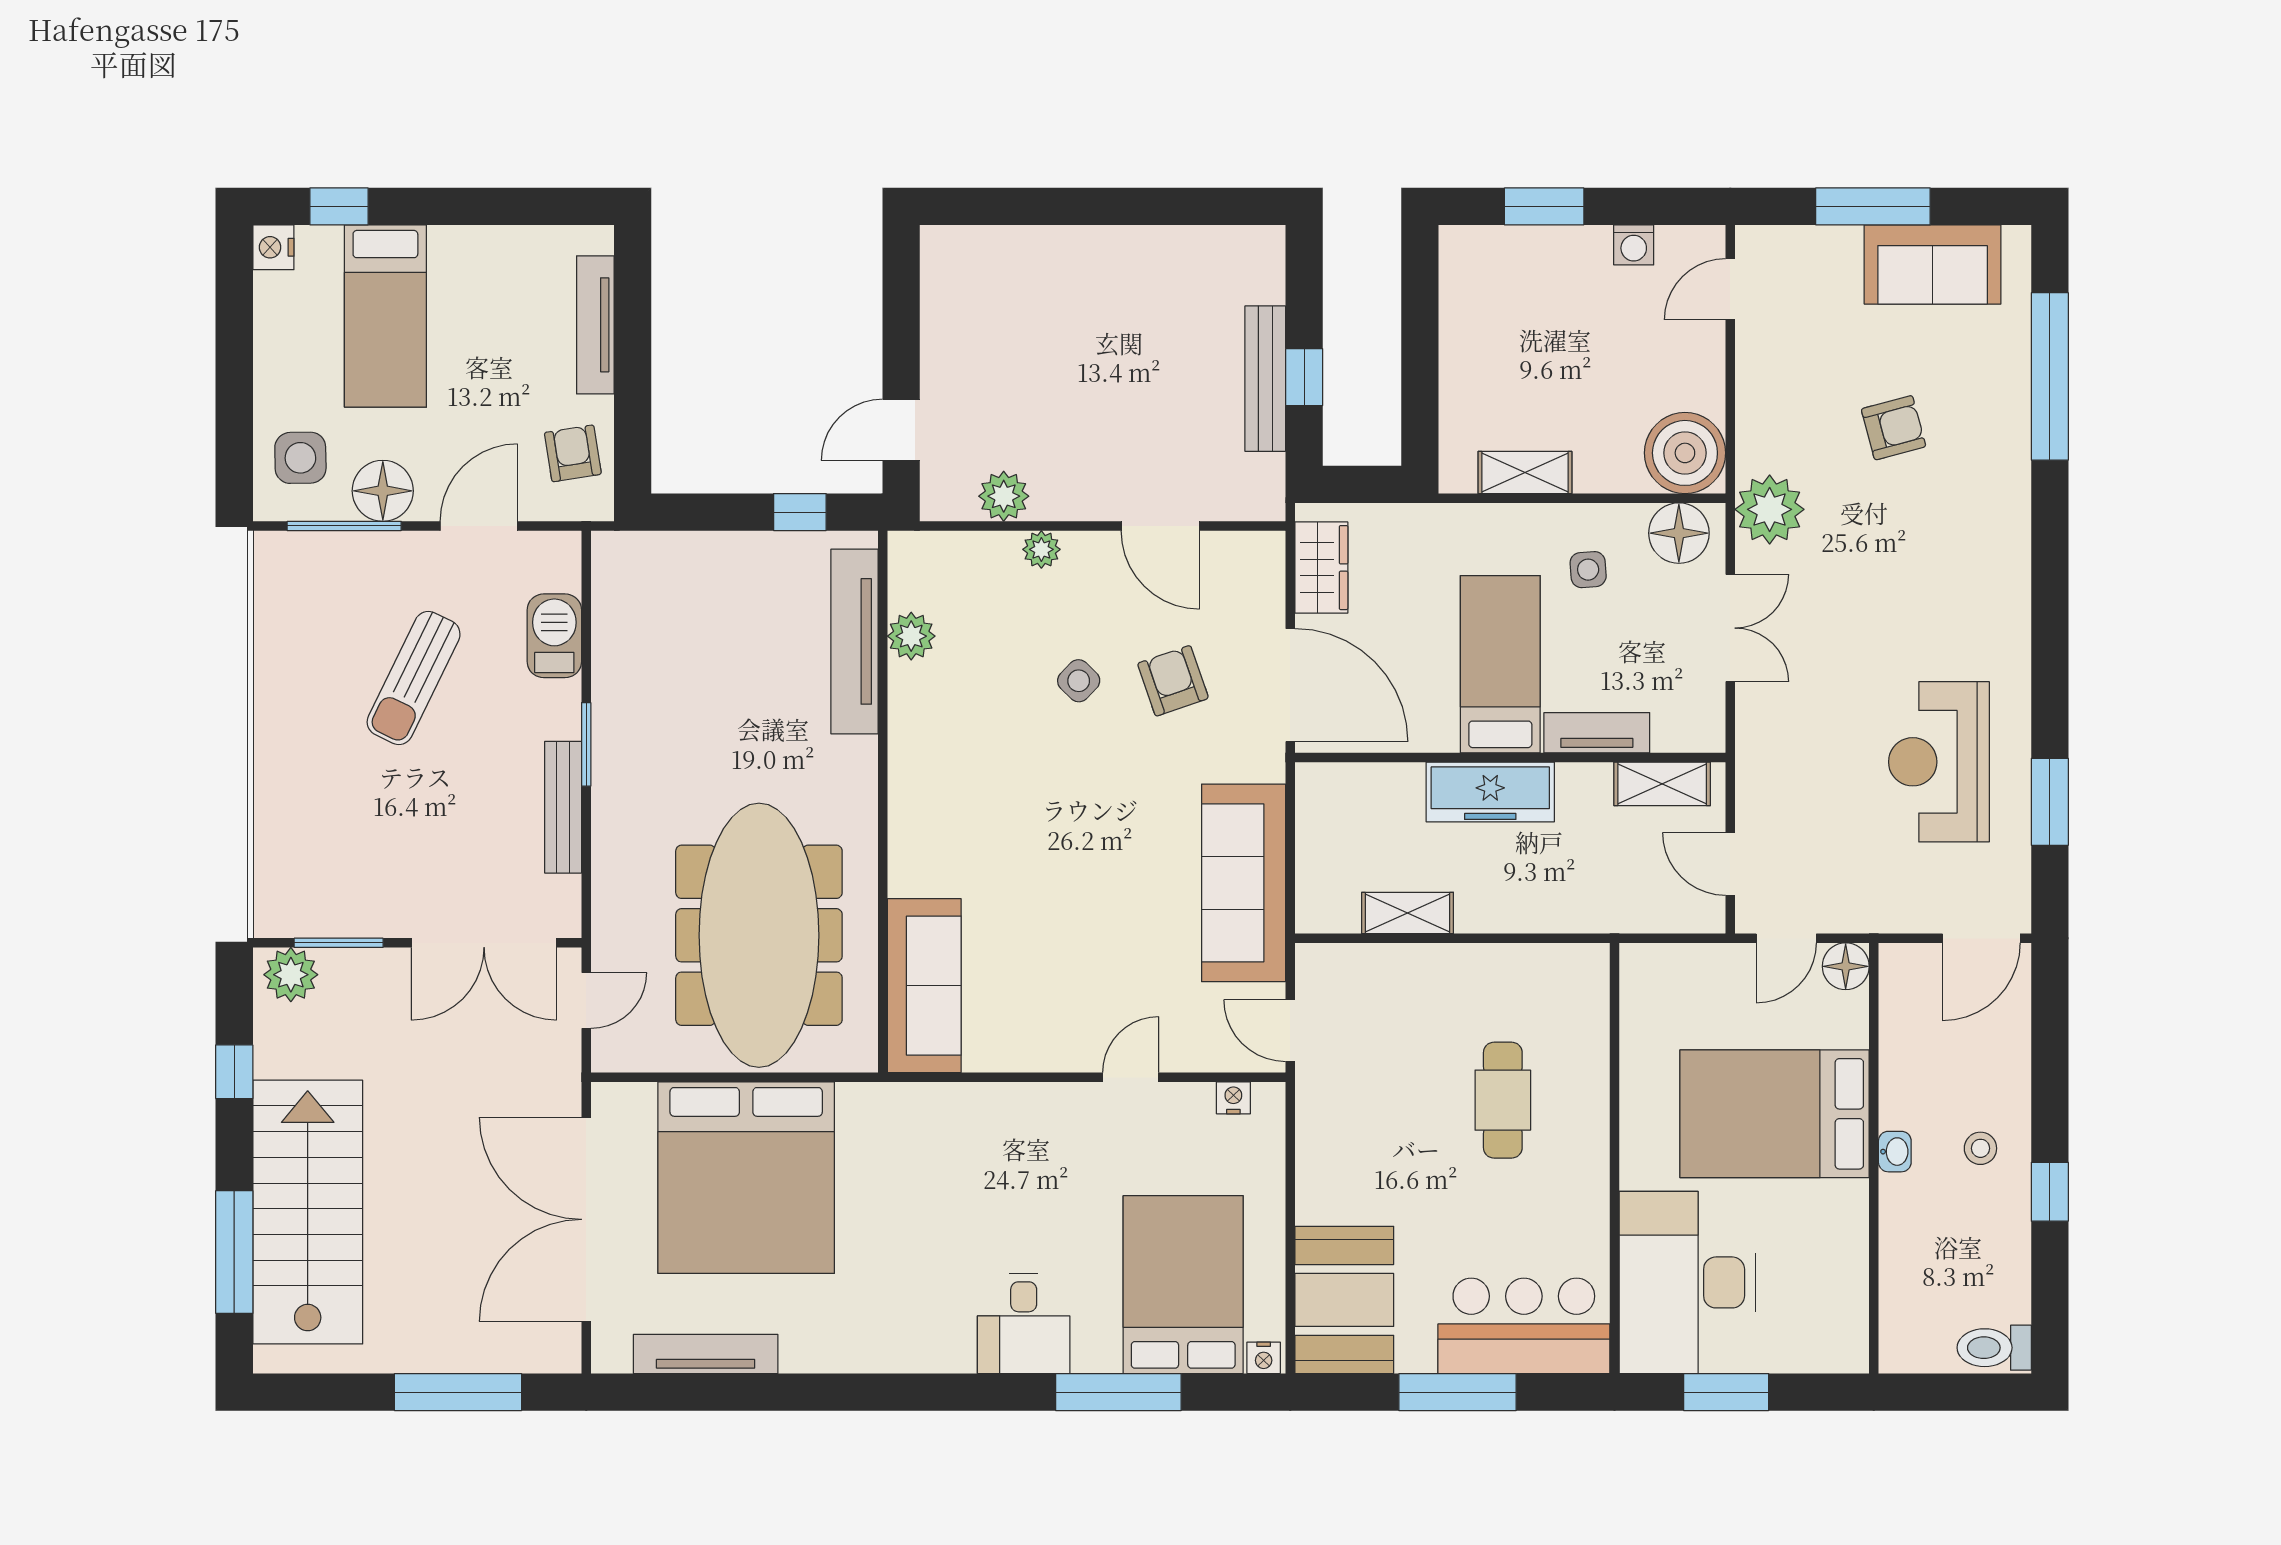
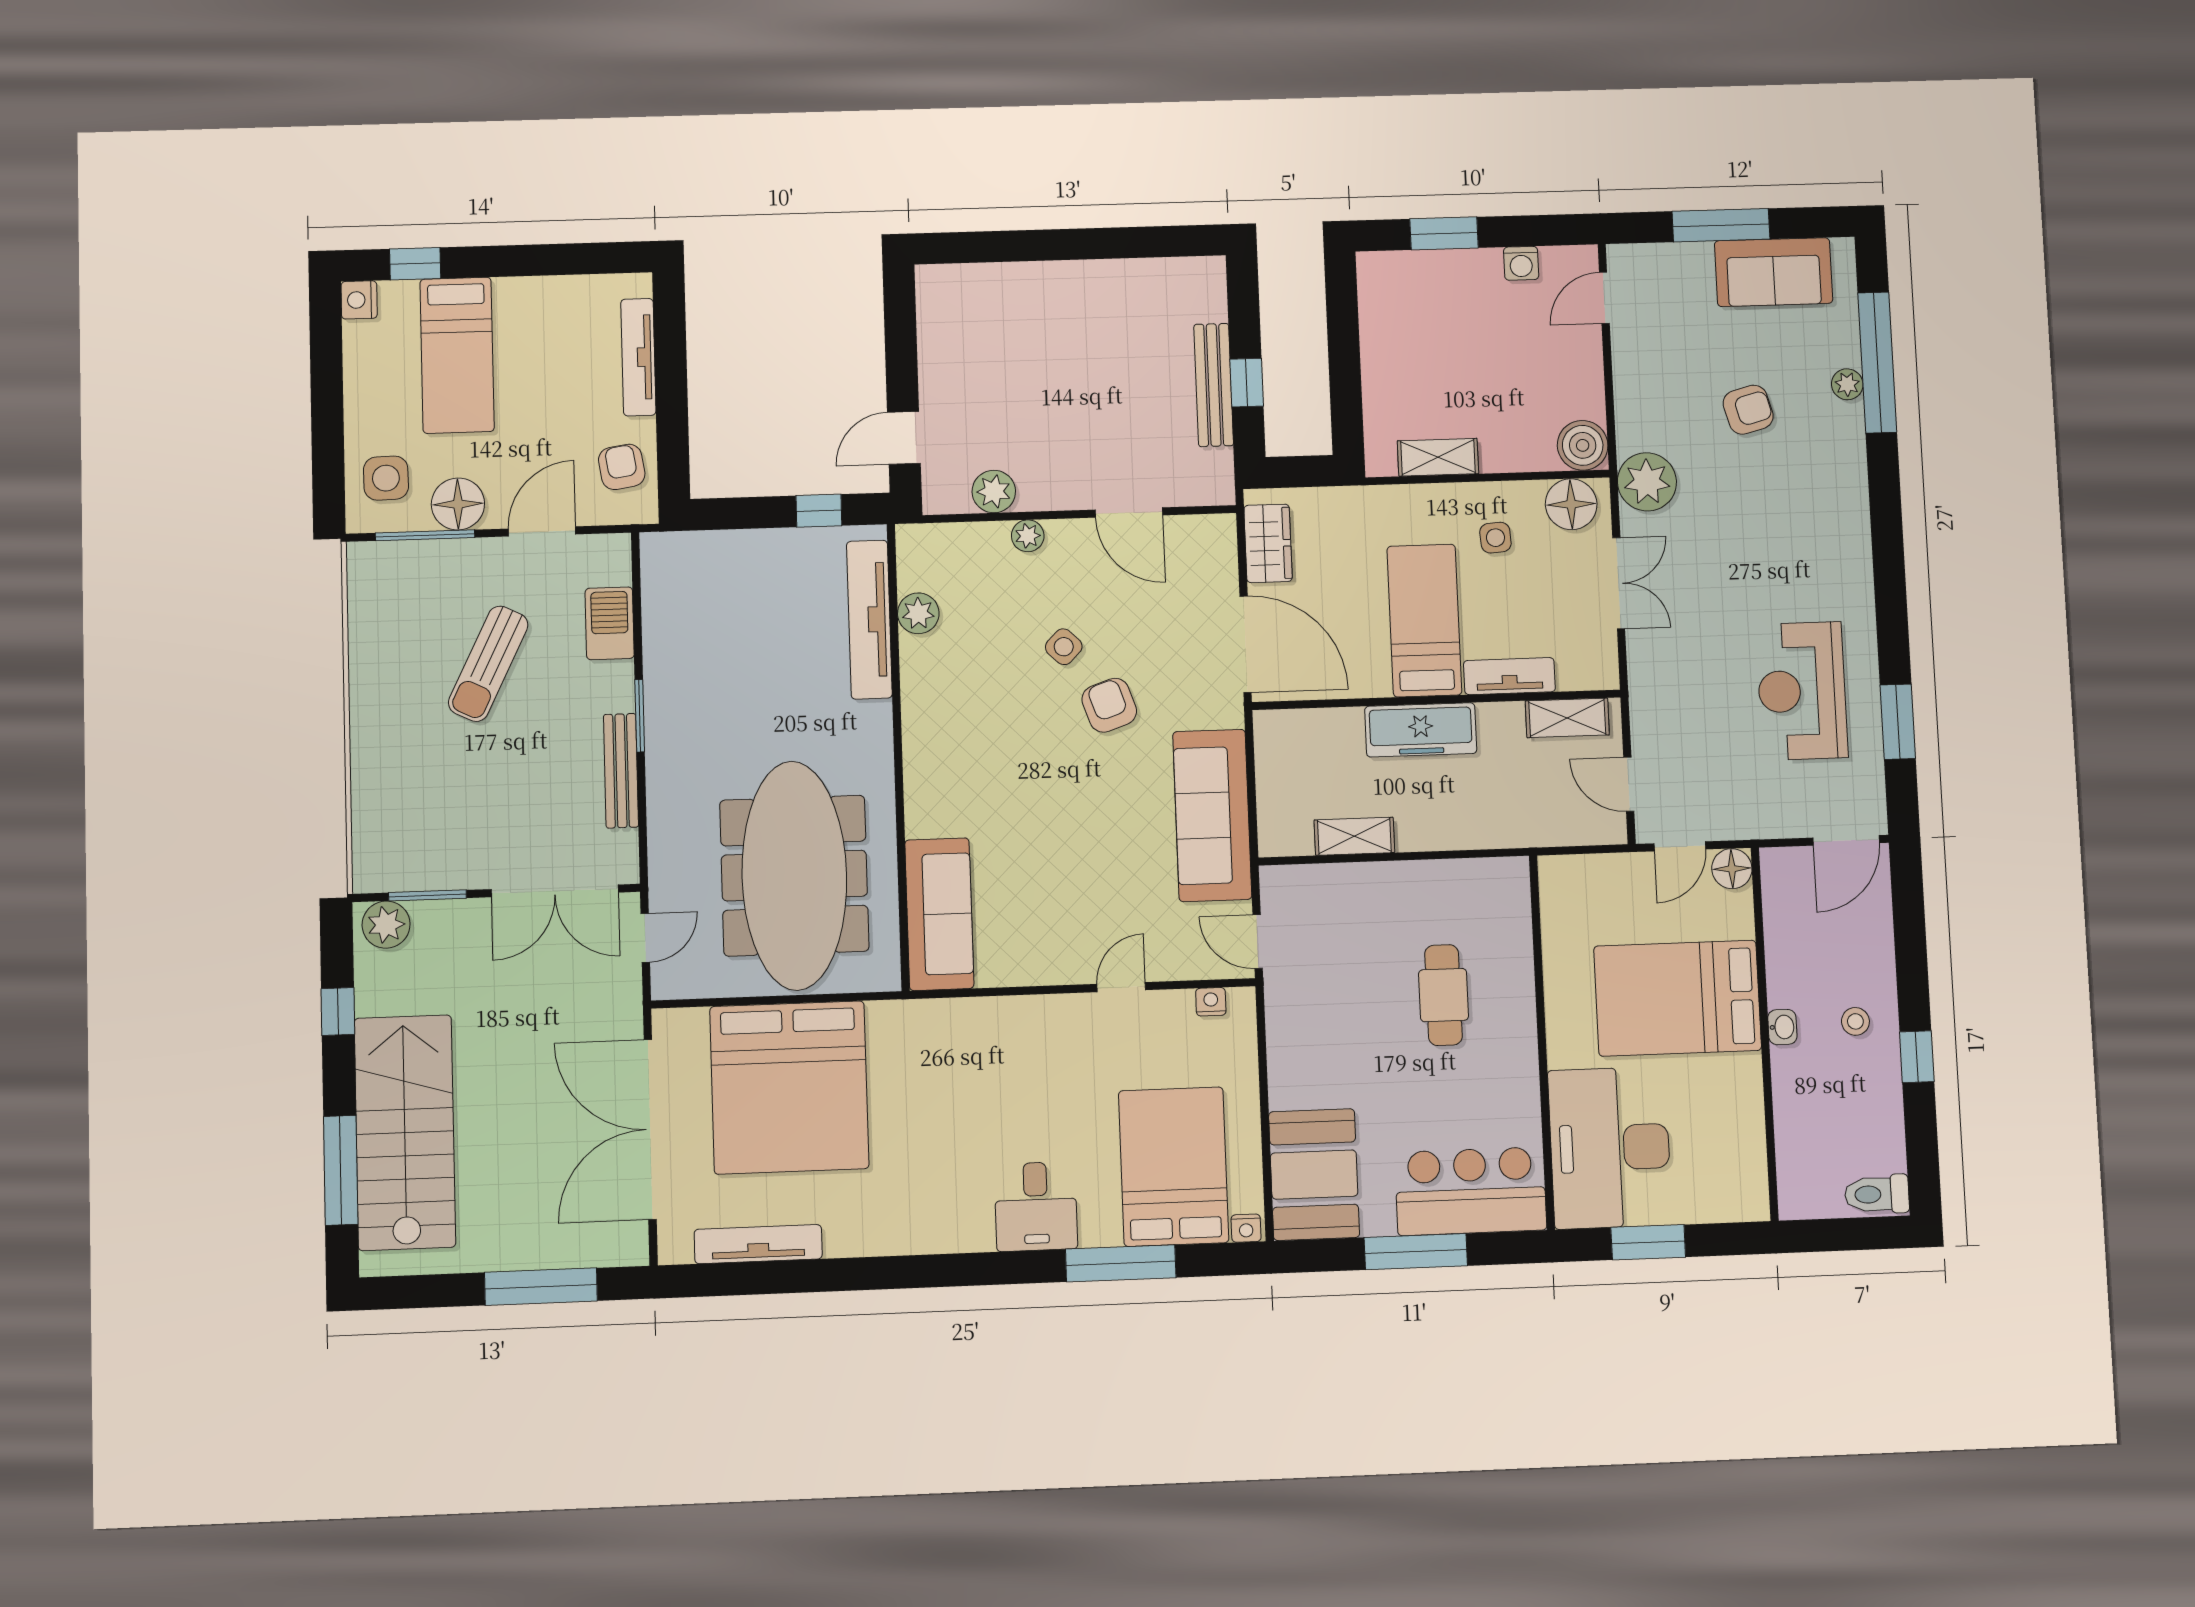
plant: (2013, 401) -> (1847, 384), added
boiler: (1685, 453) -> (1583, 445), width x0.73, depth x0.73
armchair: (1173, 681) -> (1109, 705), moved

